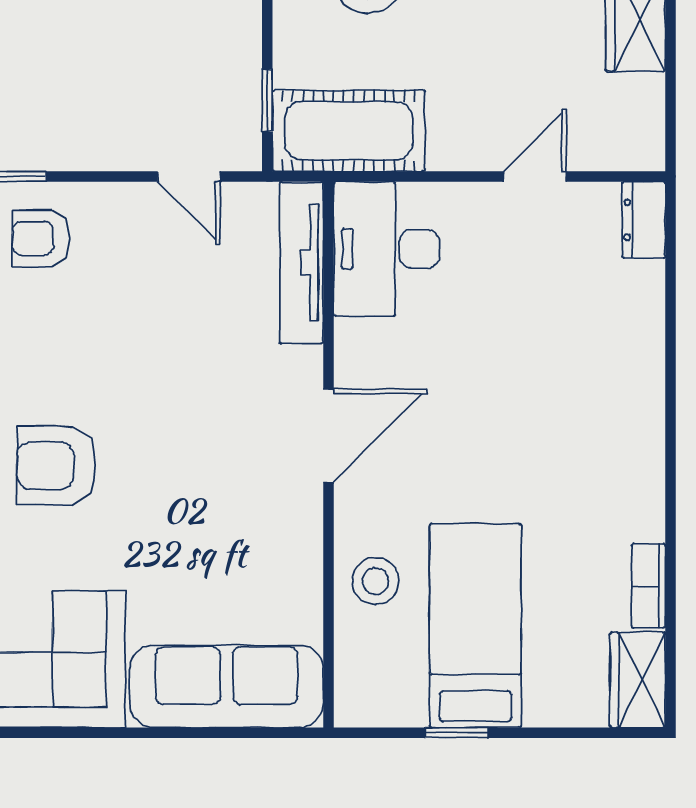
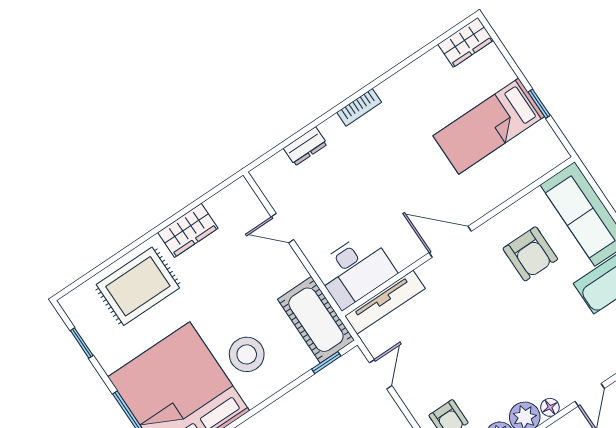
dresser: (644, 220) -> (305, 146), moved
armchair: (56, 466) -> (530, 254), moved
stool: (376, 581) -> (498, 181), removed
bookcase: (649, 586) -> (359, 107), moved

